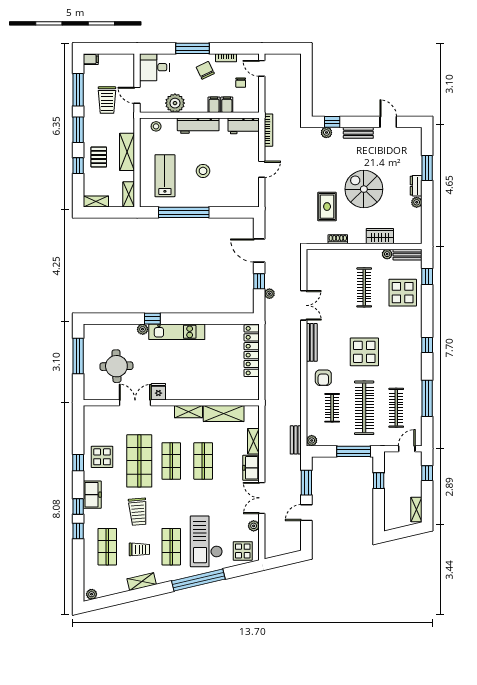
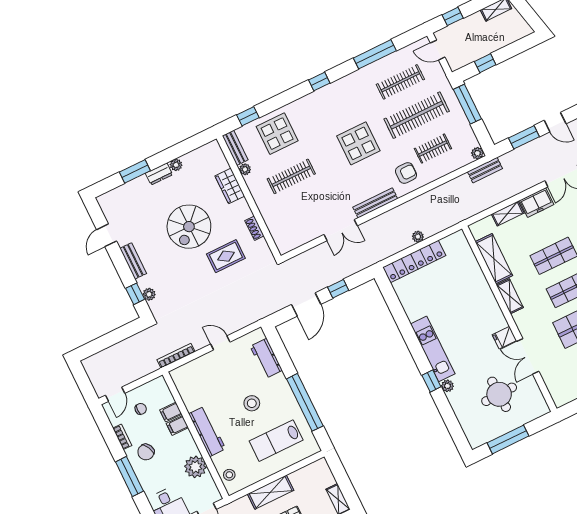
workbench: (244, 126) -> (266, 358), moved, turned 180
shelving: (129, 194) -> (314, 469), removed
plant: (269, 294) -> (418, 237), moved
double door: (304, 305) -> (341, 230), swing flipped

